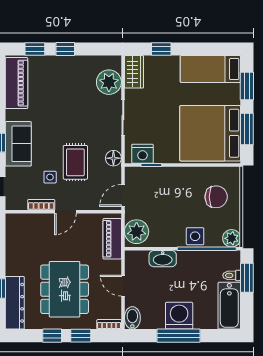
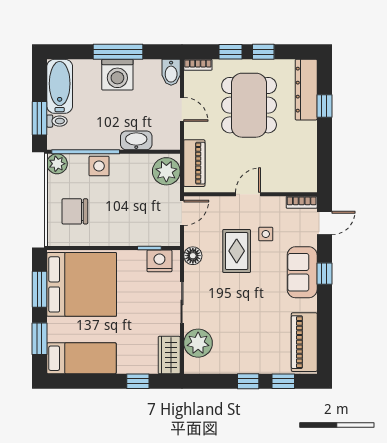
bookcase: (41, 205) -> (302, 202), moved

